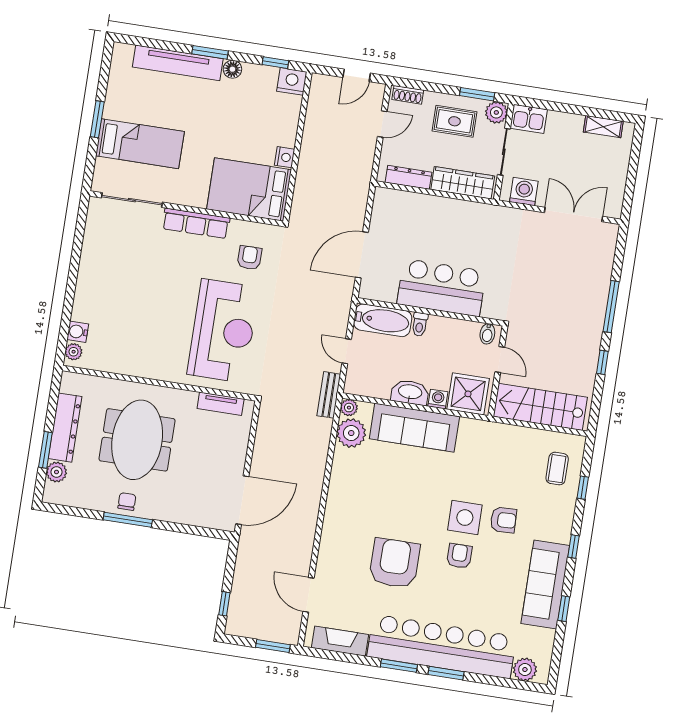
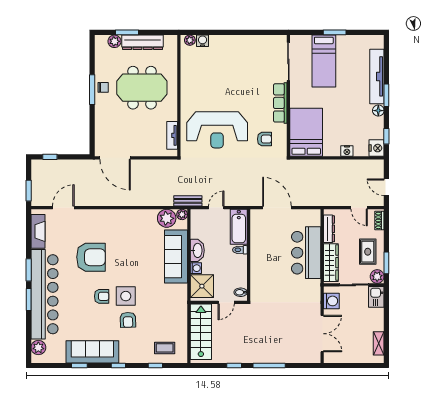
nightstand: (285, 157) -> (347, 151), moved
bar counter: (441, 288) -> (306, 253), moved, turned 180

